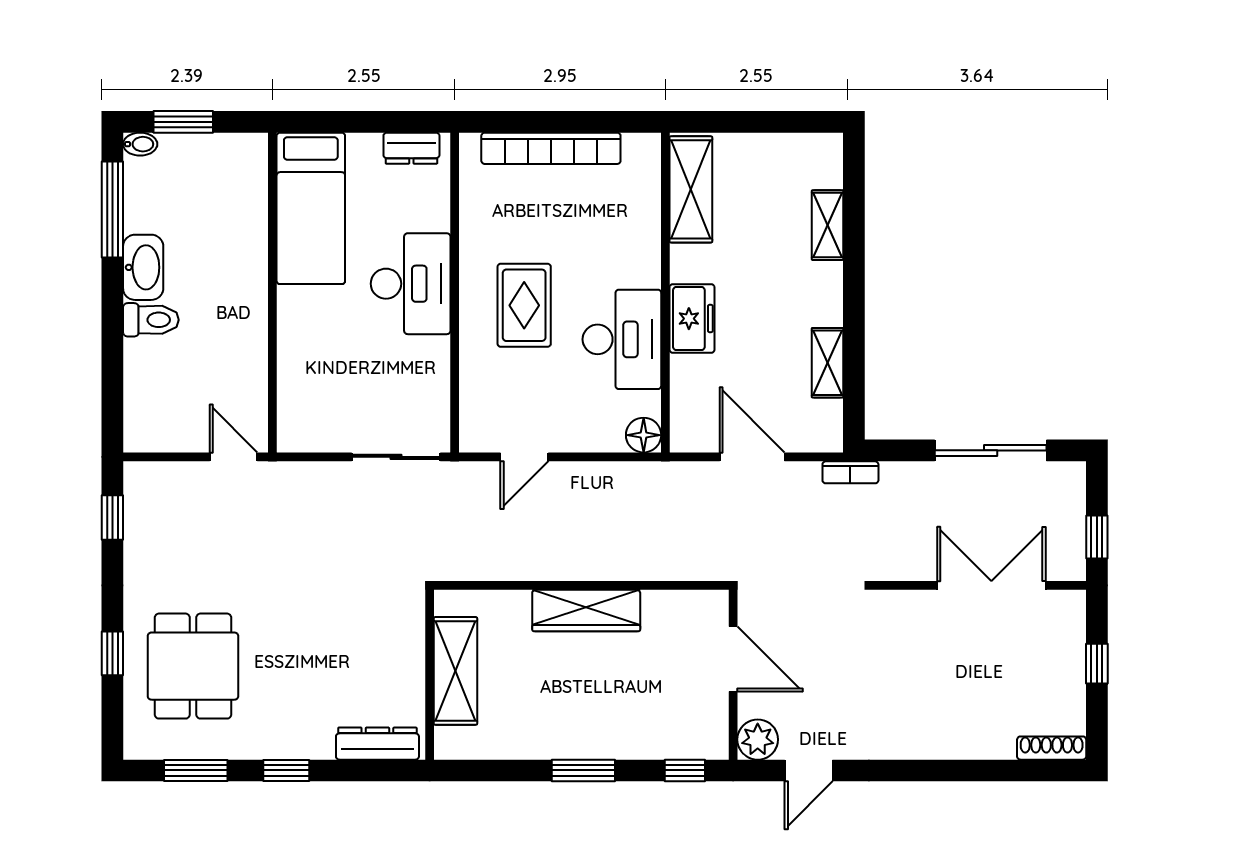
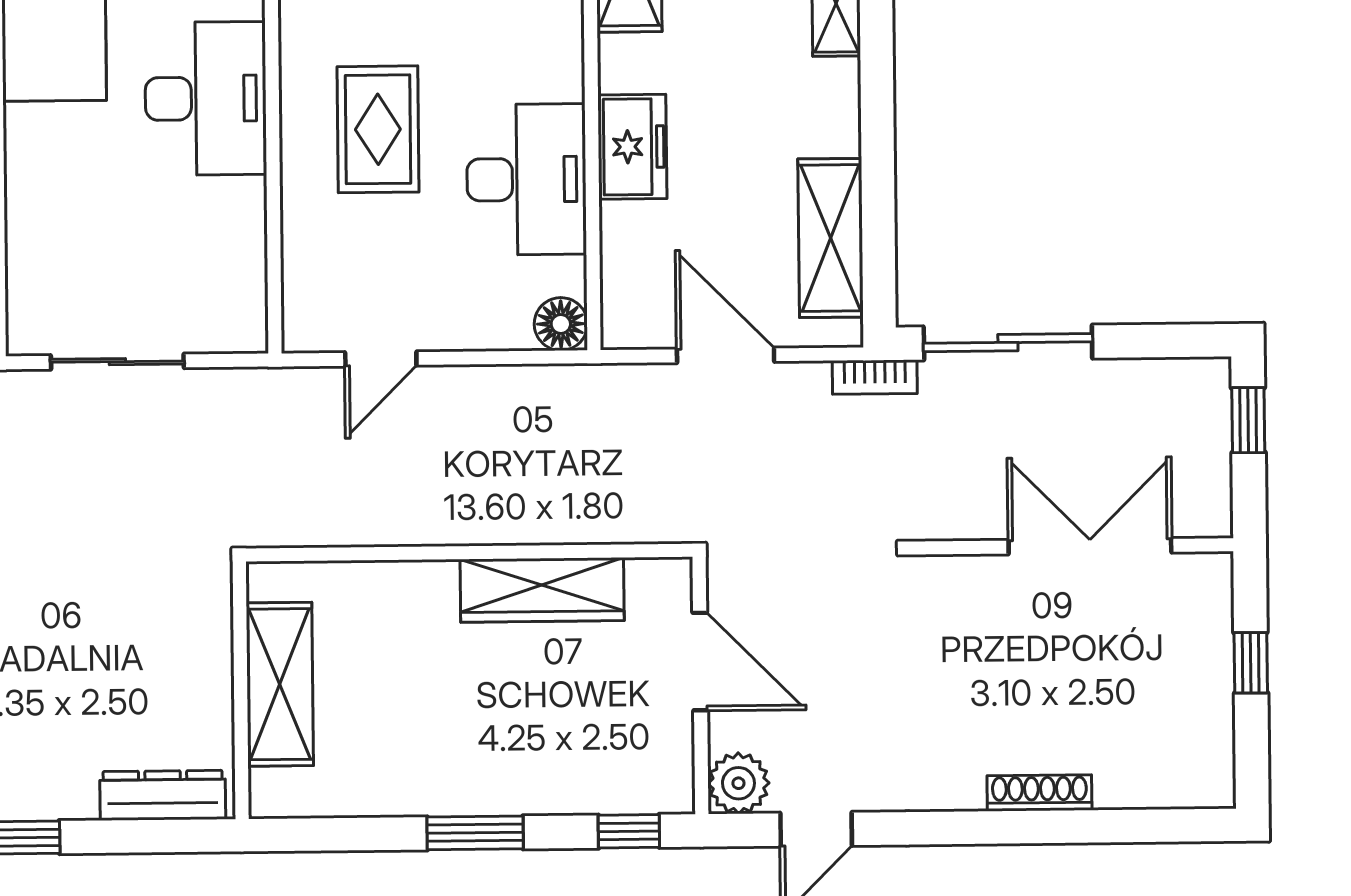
shelving: (827, 363) -> (831, 238), width x1.50, depth x1.33
sliding door: (991, 450) -> (1008, 343), moved
sliding door: (396, 457) -> (117, 362), moved
window: (1097, 537) -> (1248, 420), moved
wardrobe: (586, 611) -> (542, 590), moved
shoe rack: (1052, 748) -> (1039, 793), moved

